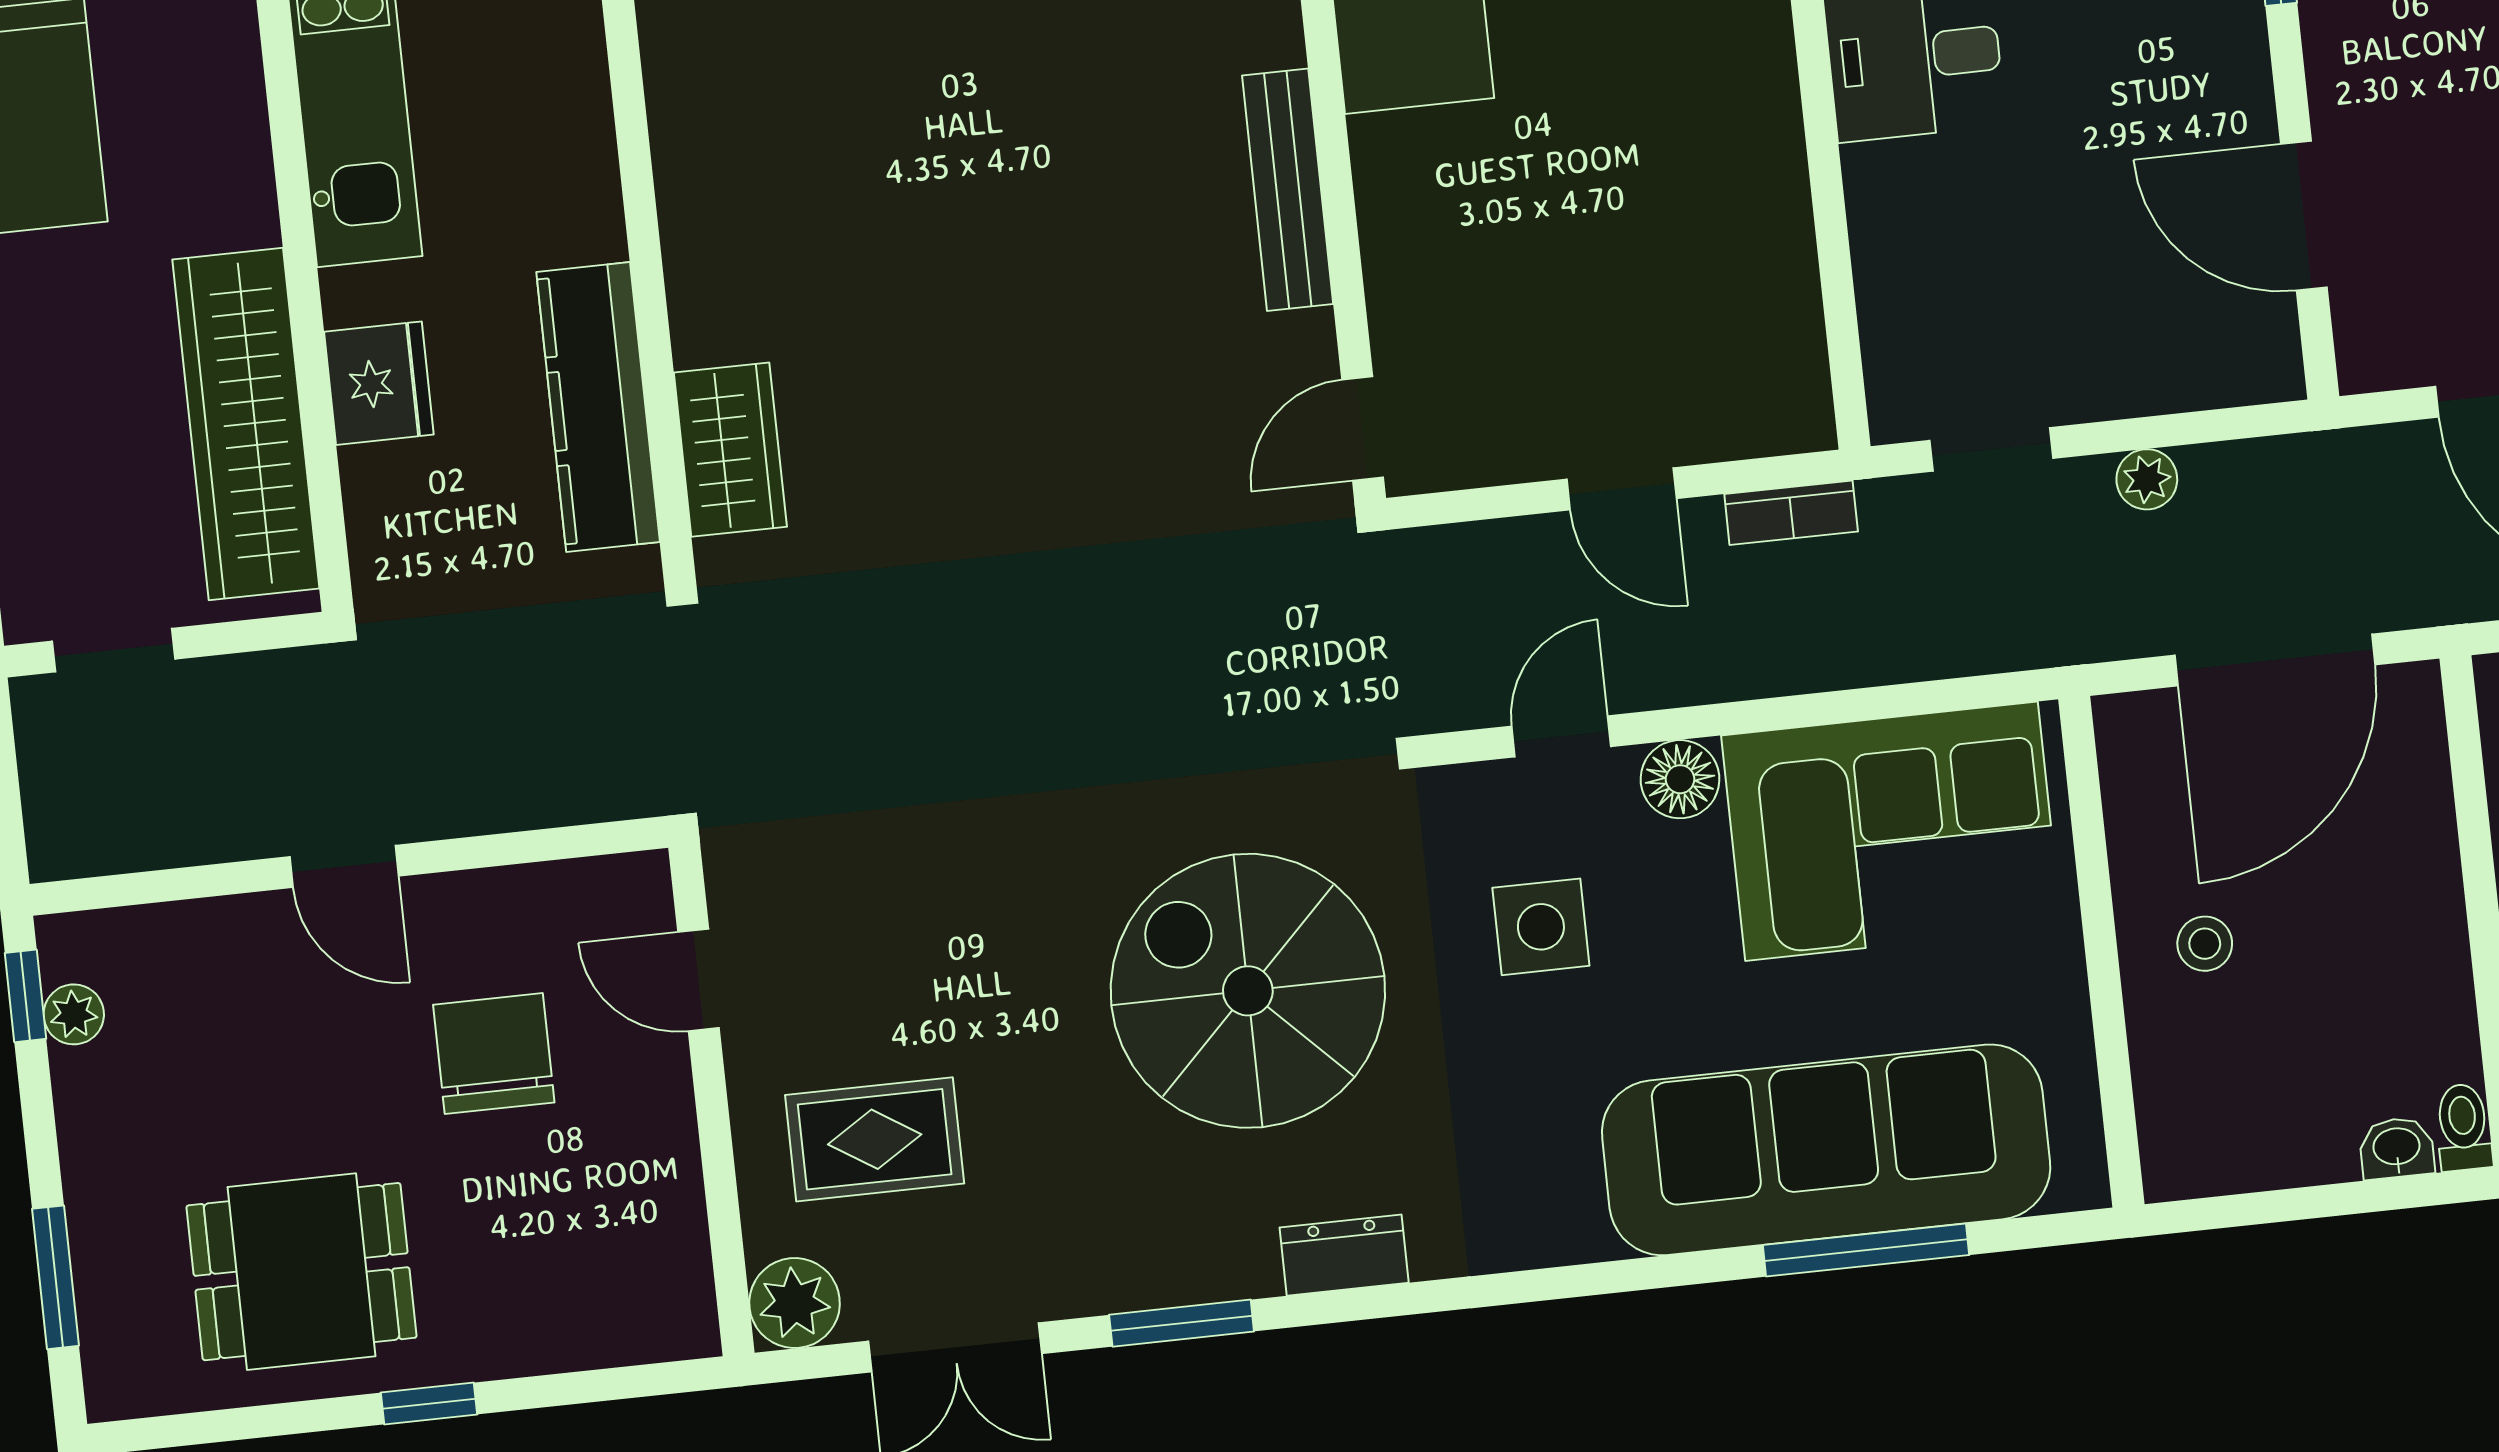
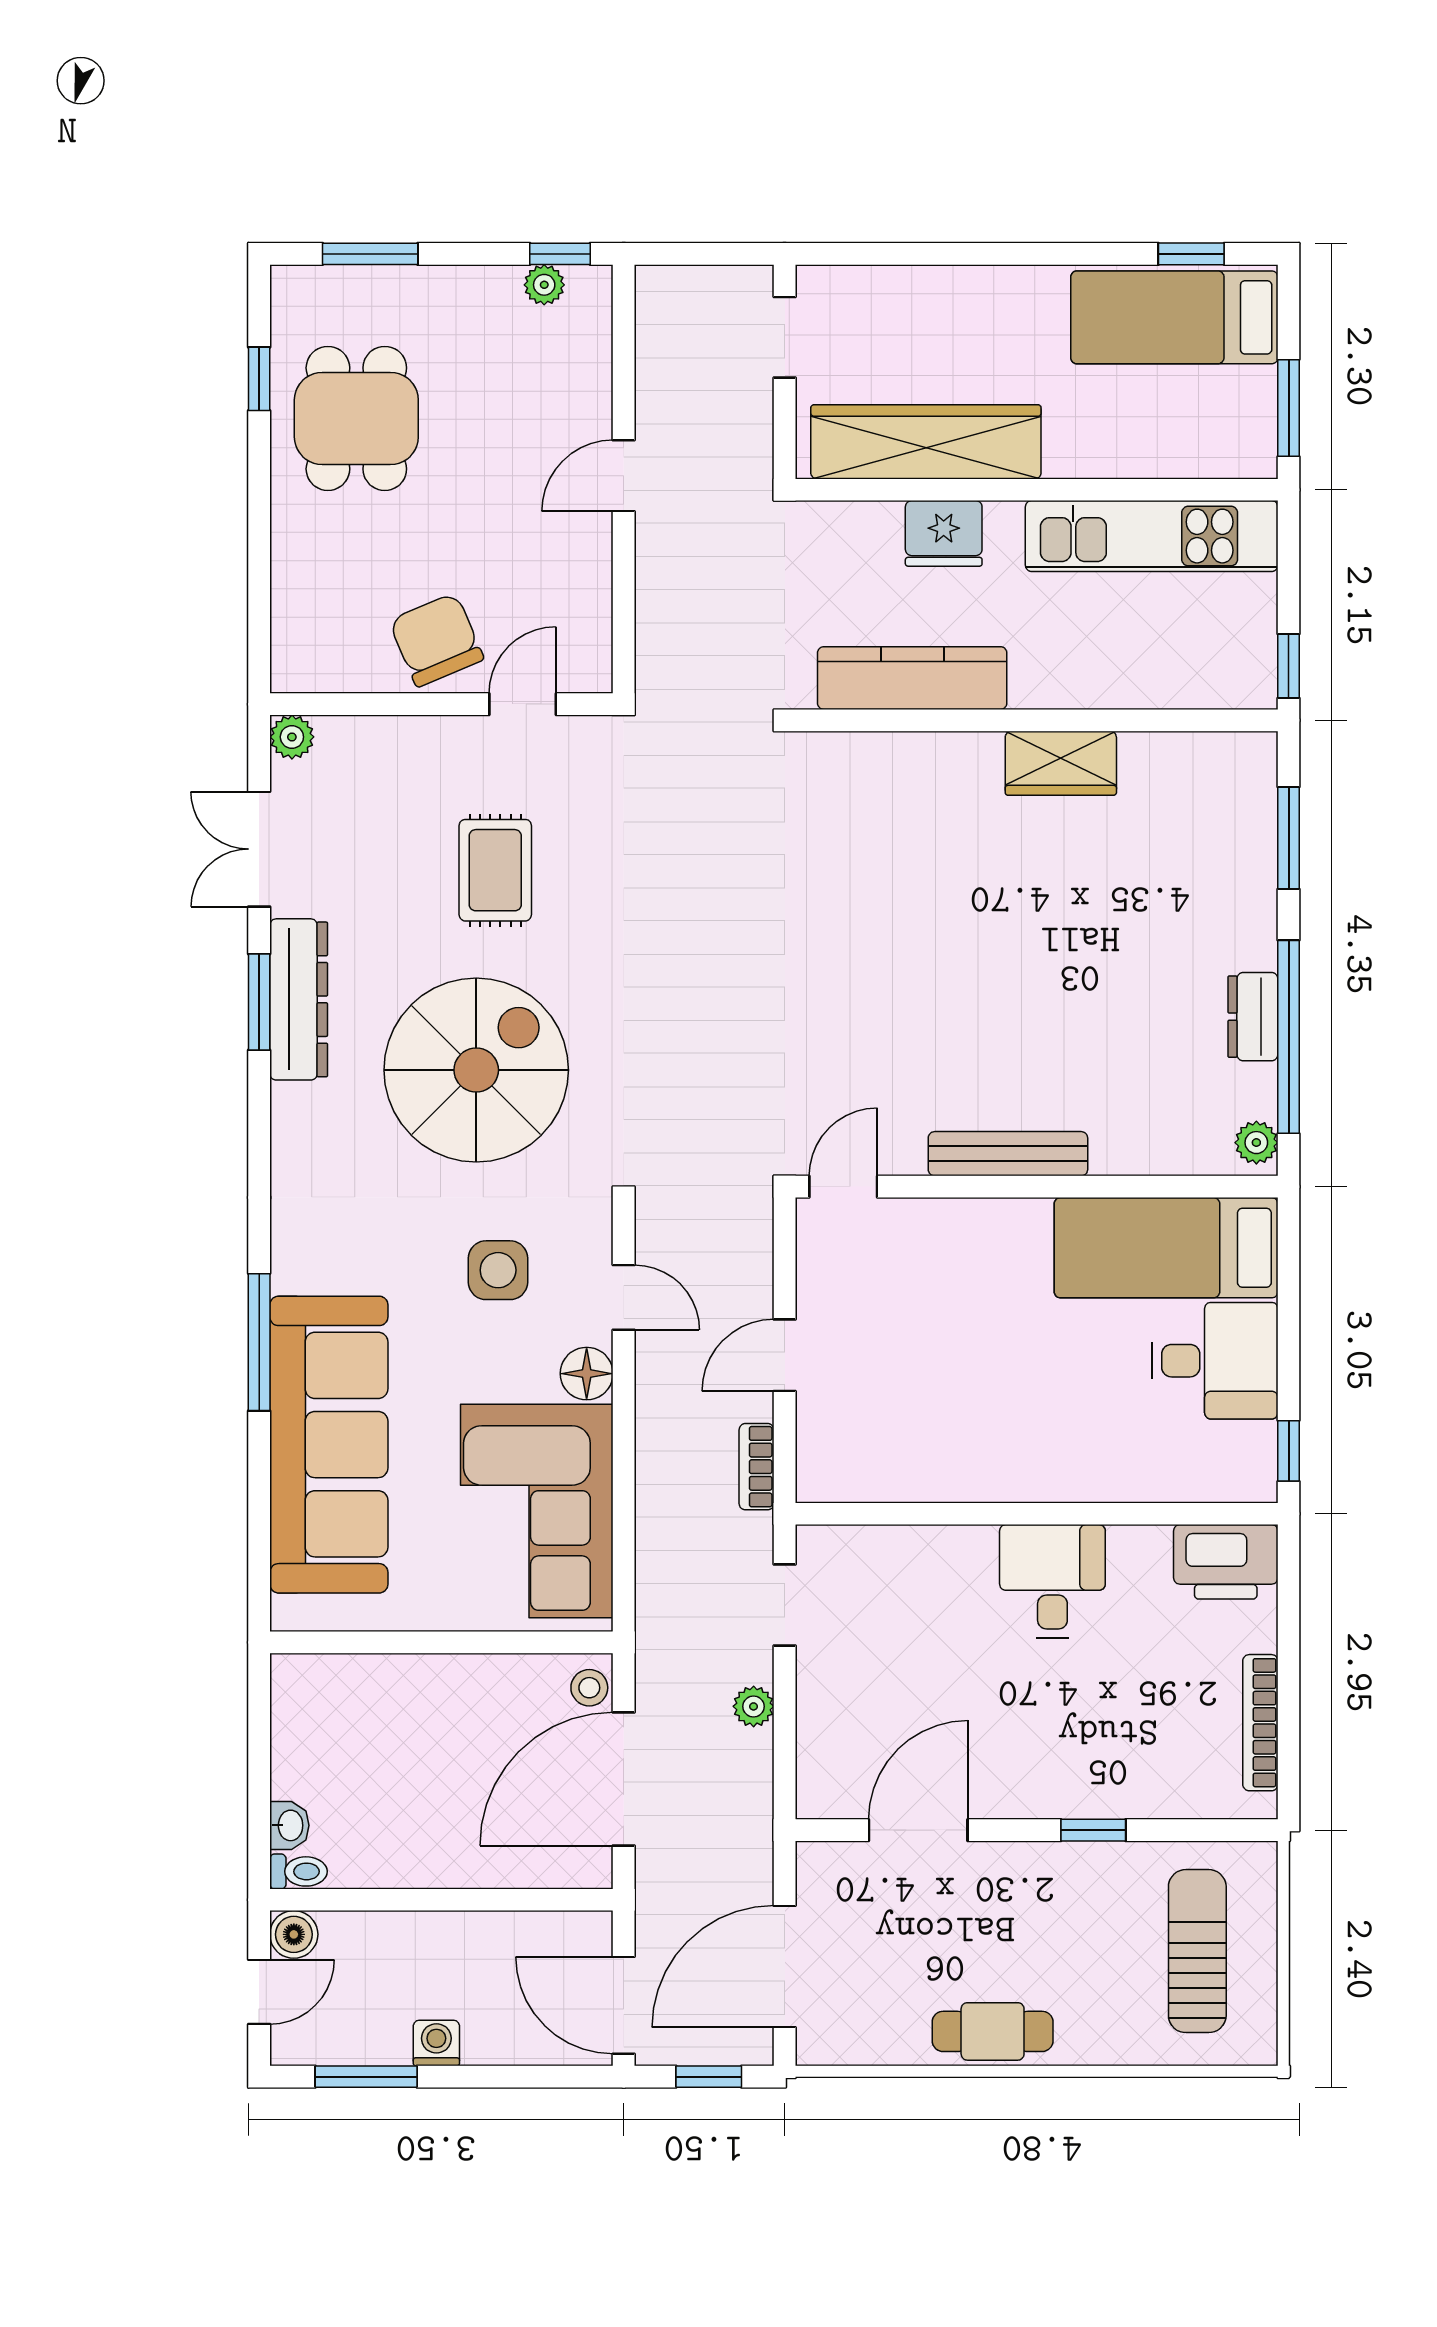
door: (1363, 429) -> (843, 1187), hinge flipped
wardrobe: (730, 450) -> (1061, 763), moved
door: (2275, 660) -> (624, 1779), hinge flipped
stool: (2205, 944) -> (589, 1688), moved
chair: (494, 1054) -> (436, 640), moved, turned -113
rug: (875, 1139) -> (495, 870), moved
window: (1866, 1250) -> (259, 1342), moved
dresser: (1344, 1255) -> (299, 999), moved, width x1.96, depth x1.24
plant: (795, 1303) -> (292, 737), width x0.73, depth x0.73
window: (429, 1404) -> (259, 379), moved

